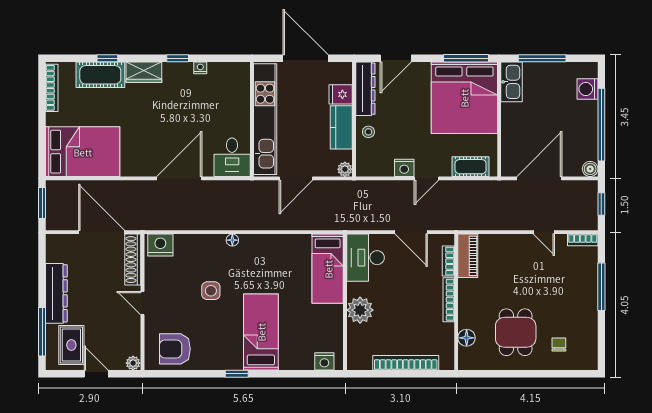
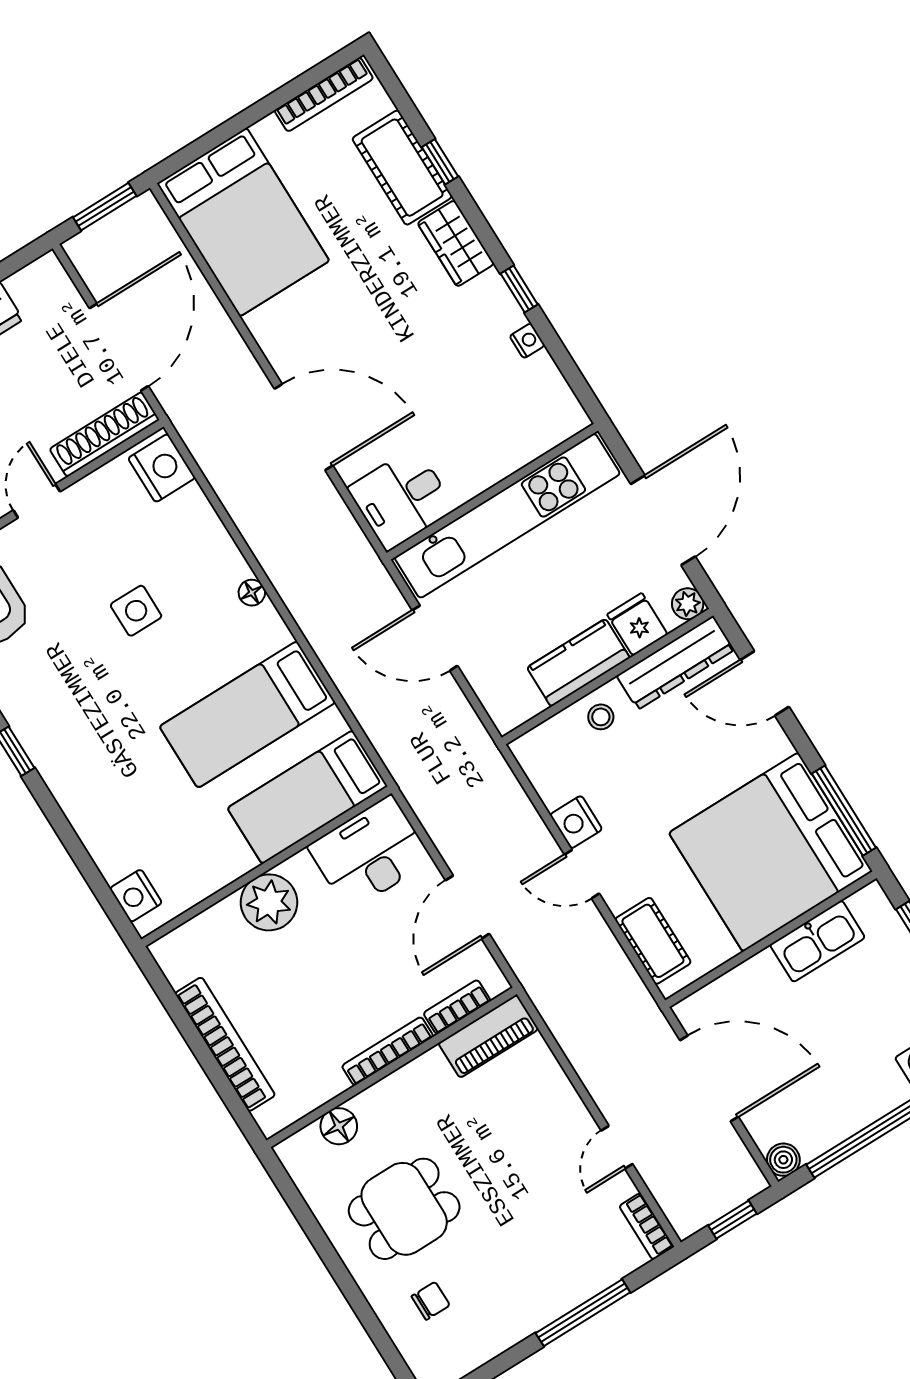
kitchen sink: (512, 82) -> (817, 941), moved
plant: (345, 169) -> (688, 604), moved
bed: (261, 332) -> (247, 715), moved, turned 180

